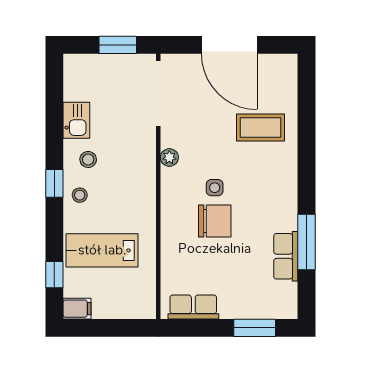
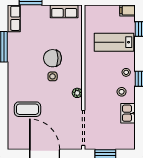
lab bench: (102, 250) -> (114, 42), turned 180
row of seats: (286, 256) -> (14, 18), moved

